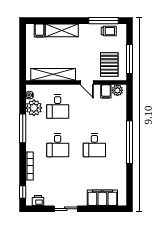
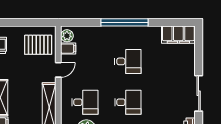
window: (129, 59) -> (32, 22), removed
filing cabinet: (102, 198) -> (178, 35), moved, turned -90
sliding door: (66, 209) -> (199, 93), width x1.37

